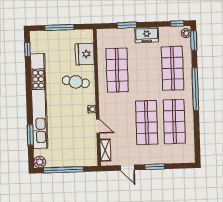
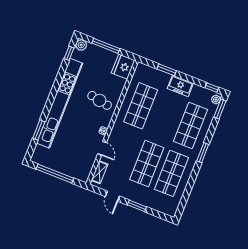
fridge: (85, 54) -> (123, 67), moved
window: (195, 89) -> (203, 153), width x0.47
plant: (40, 162) -> (81, 45), moved

